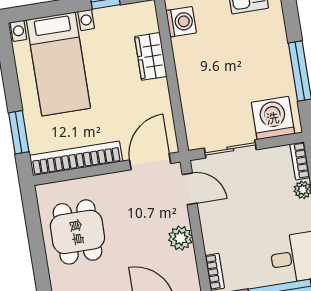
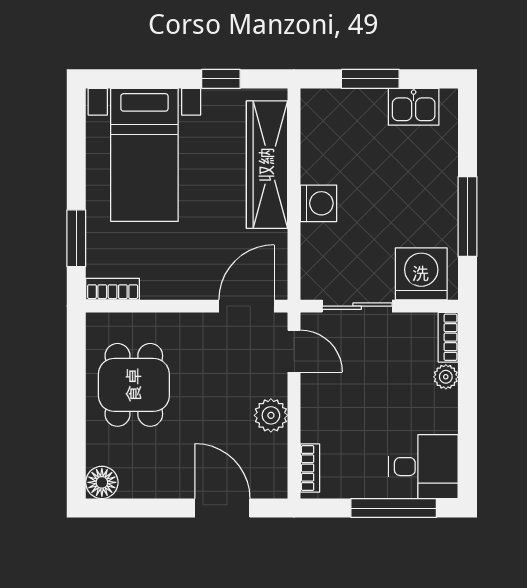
washing machine: (181, 22) -> (318, 203), moved
wardrobe: (151, 56) -> (267, 165), width x2.10, depth x1.17
bookcase: (76, 158) -> (113, 289), width x0.43, depth x0.76

